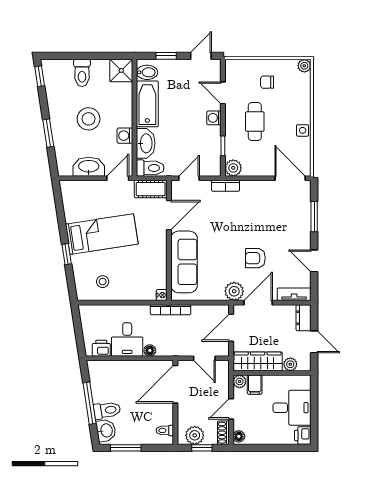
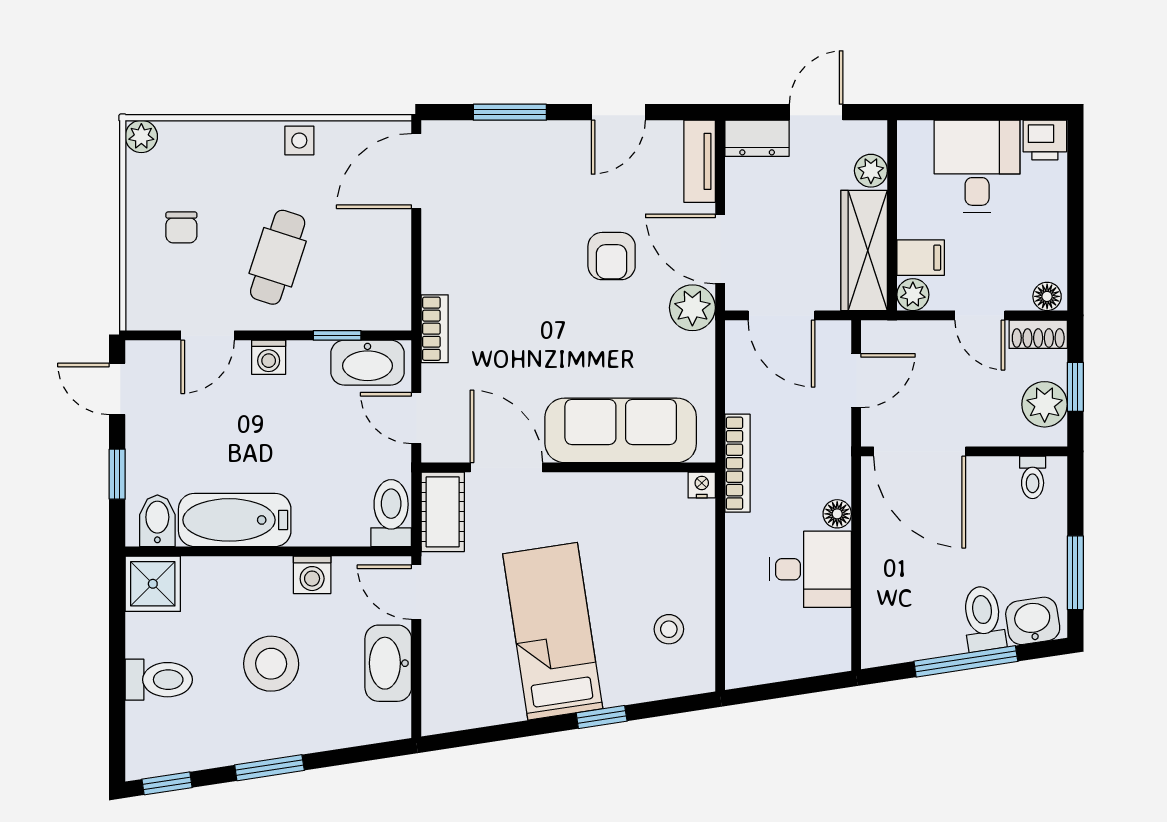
cafe table: (255, 122) -> (278, 257), turned -72
window: (48, 133) -> (269, 768), moved
washbasin: (146, 143) -> (368, 363), moved, turned 180
plant: (233, 168) -> (391, 310), removed
printer: (101, 348) -> (832, 632), removed

